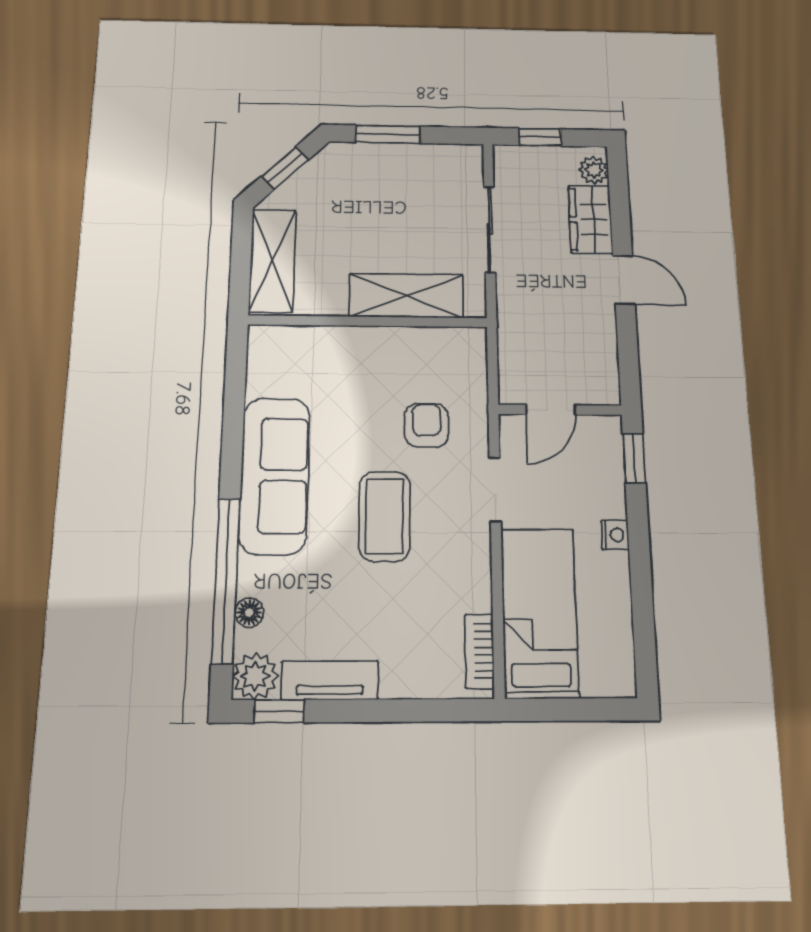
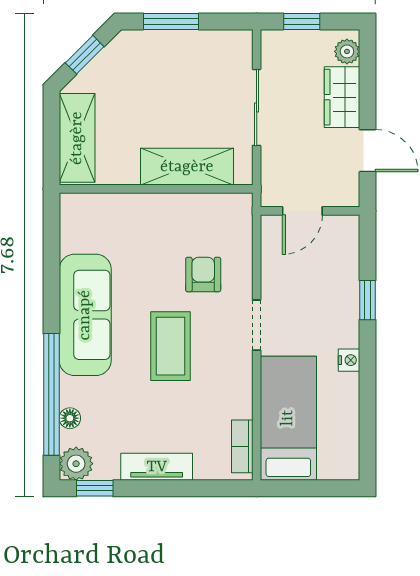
door: (551, 410) -> (302, 211), moved
wall: (560, 410) -> (310, 211), moved
tv unit: (330, 680) -> (157, 467), moved

